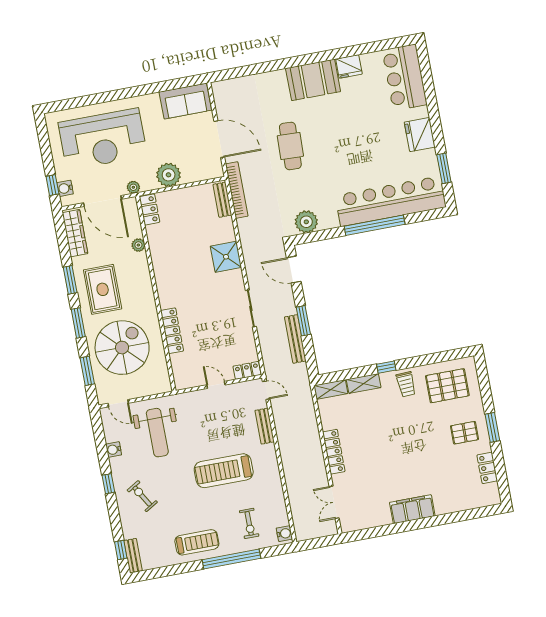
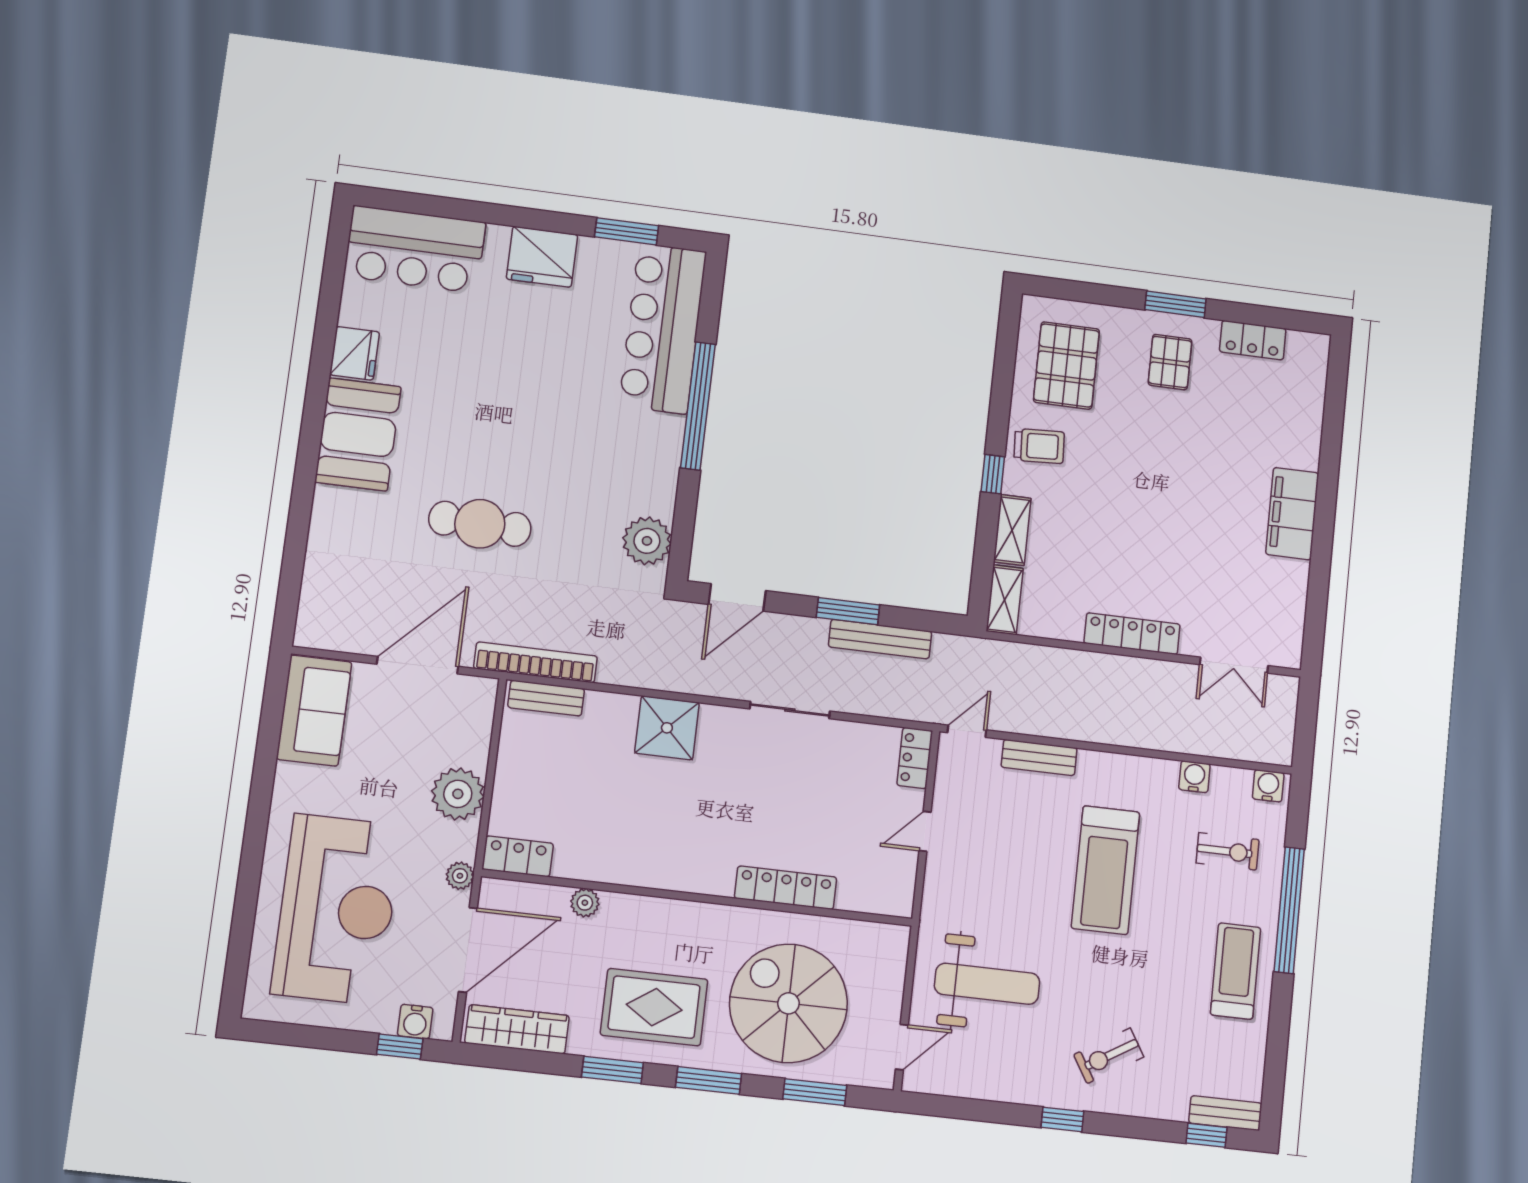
bar counter: (391, 201) -> (663, 328), width x0.73
water cooler: (114, 449) -> (1194, 777), moved, turned 180

